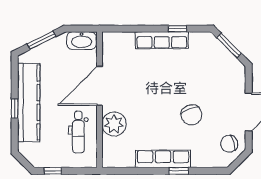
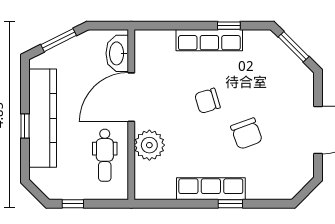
washbasin: (82, 41) -> (117, 53), moved, turned 90
chair: (229, 144) -> (207, 101), moved

